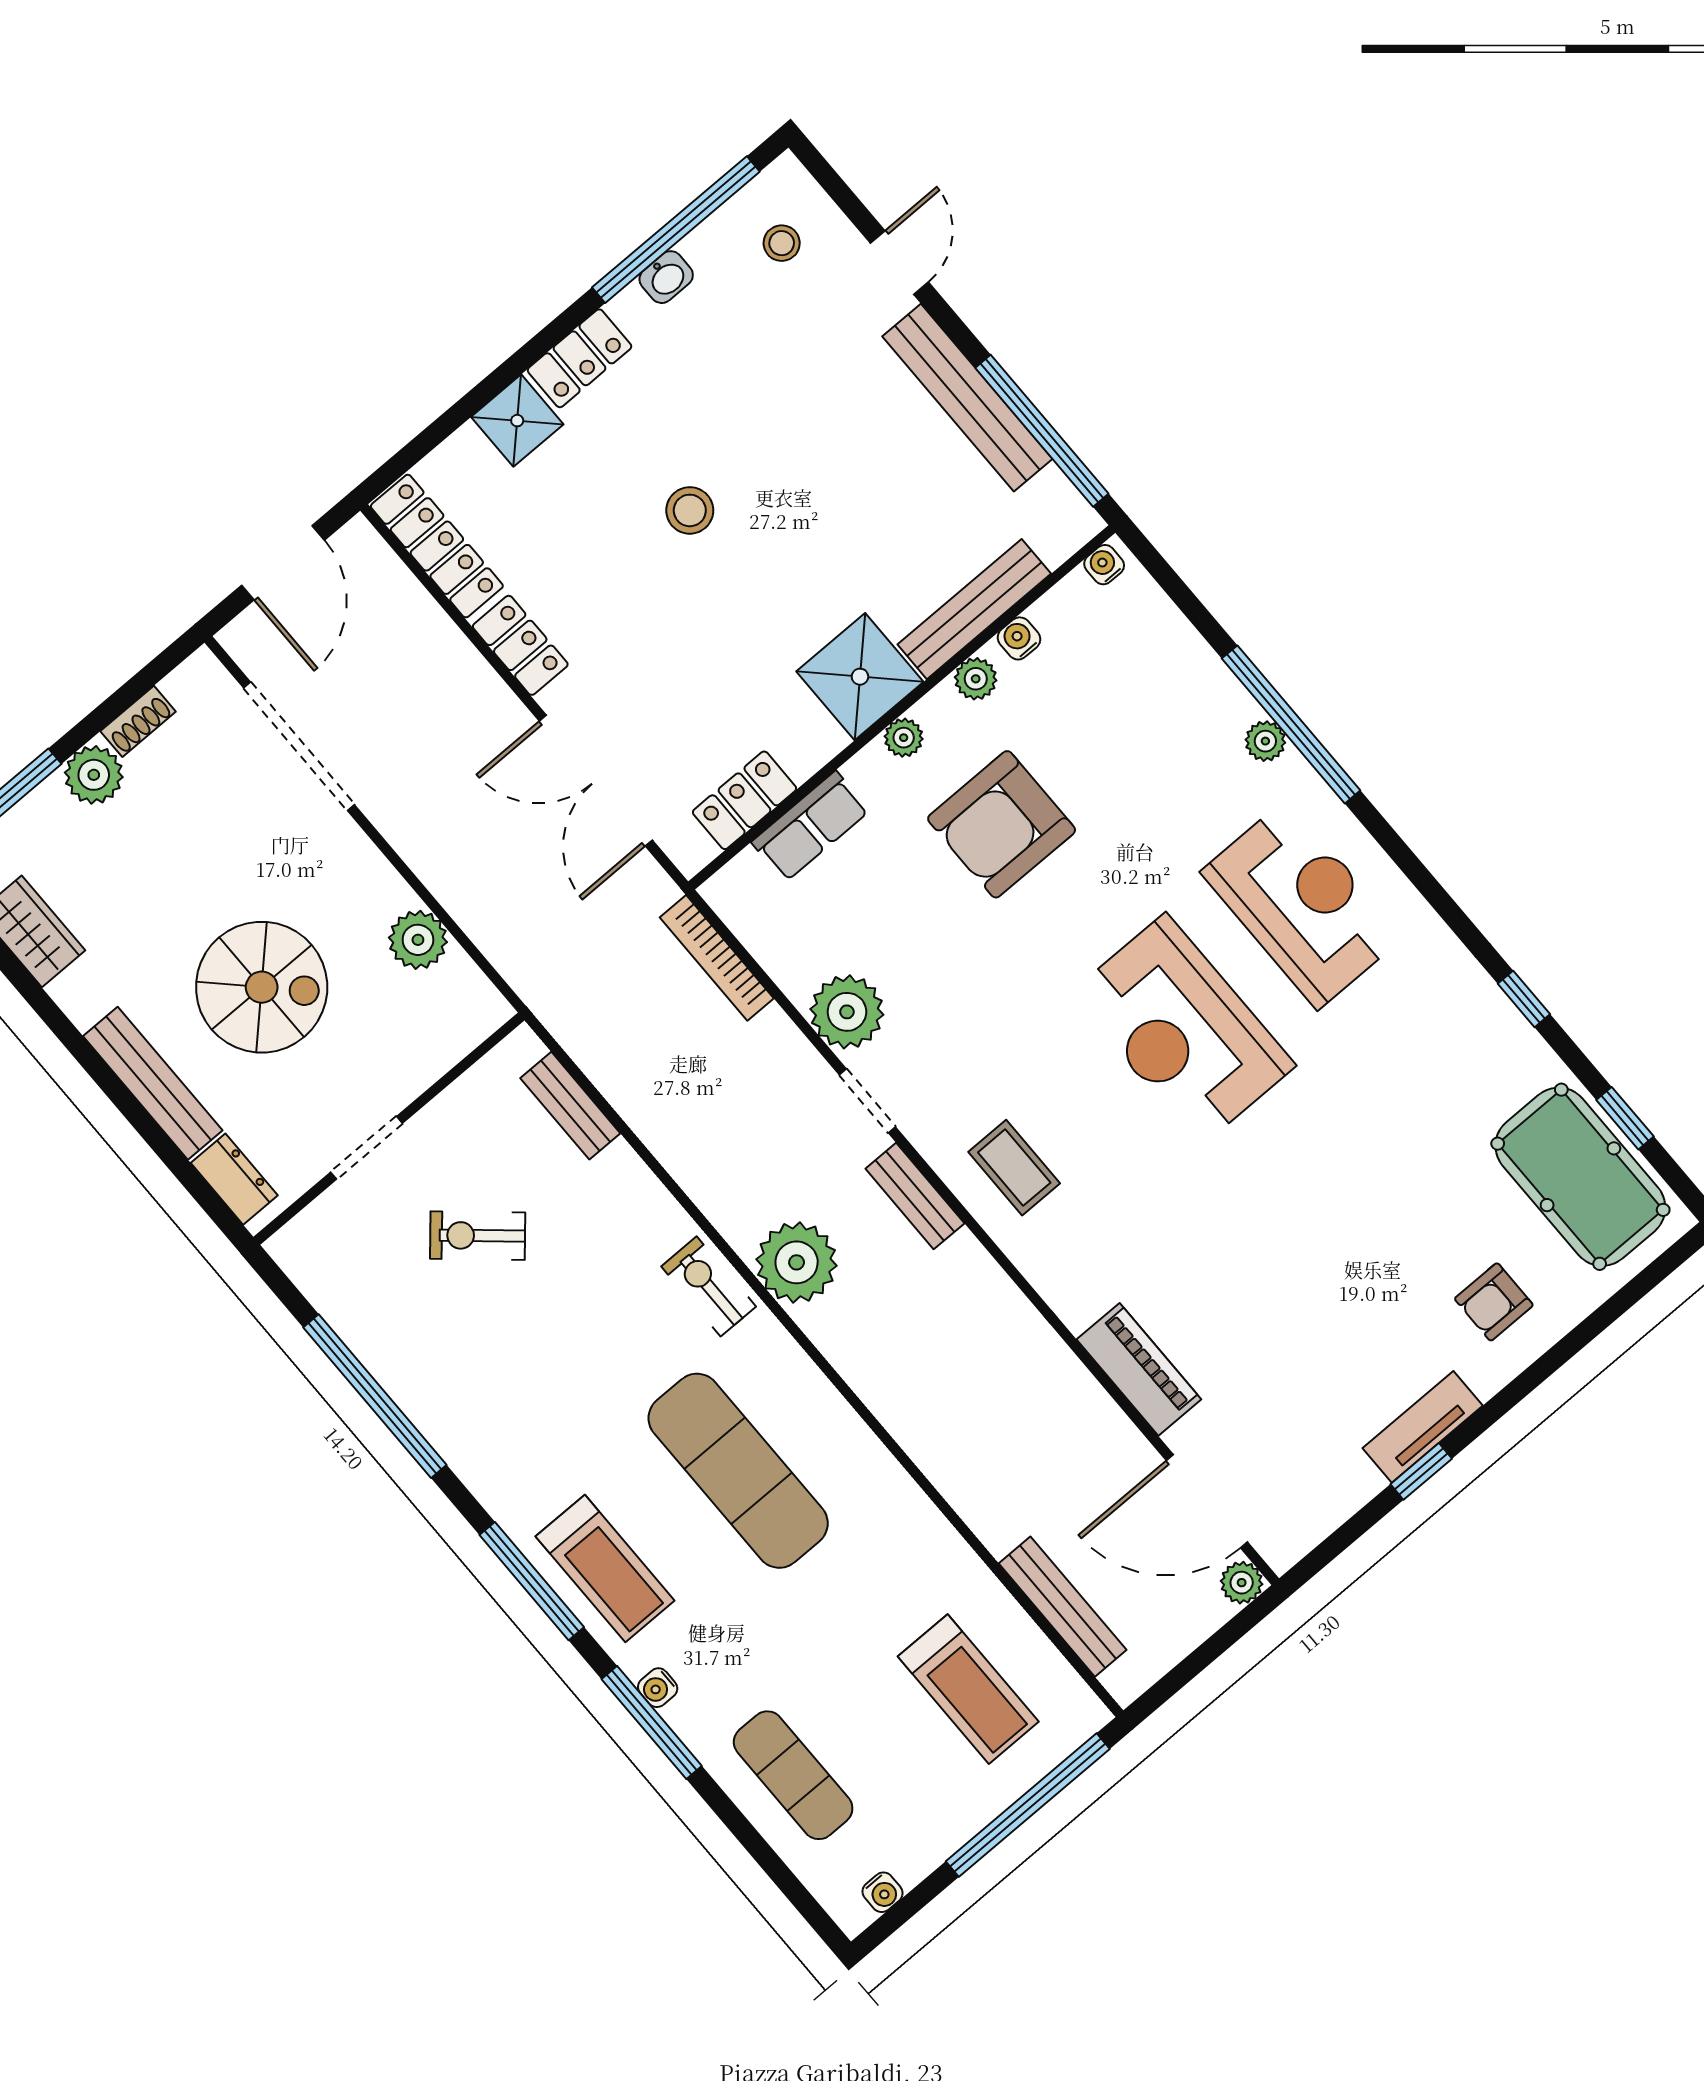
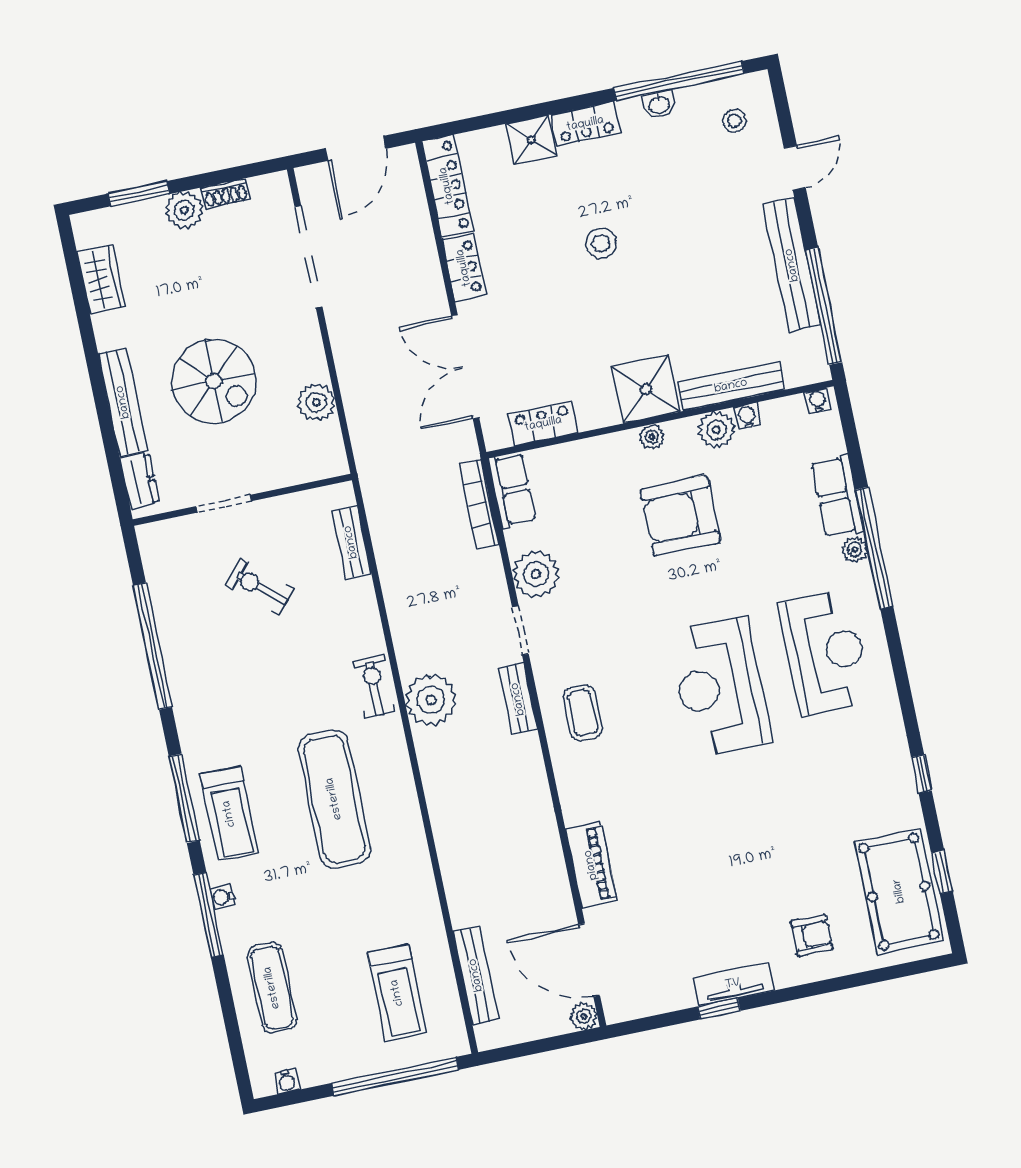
plant: (976, 679) -> (716, 430), width x1.38, depth x1.38
row of seats: (1202, 681) -> (837, 496), added
row of seats: (811, 826) -> (512, 490), moved, turned -90
armchair: (1494, 1302) -> (812, 935), turned 180

